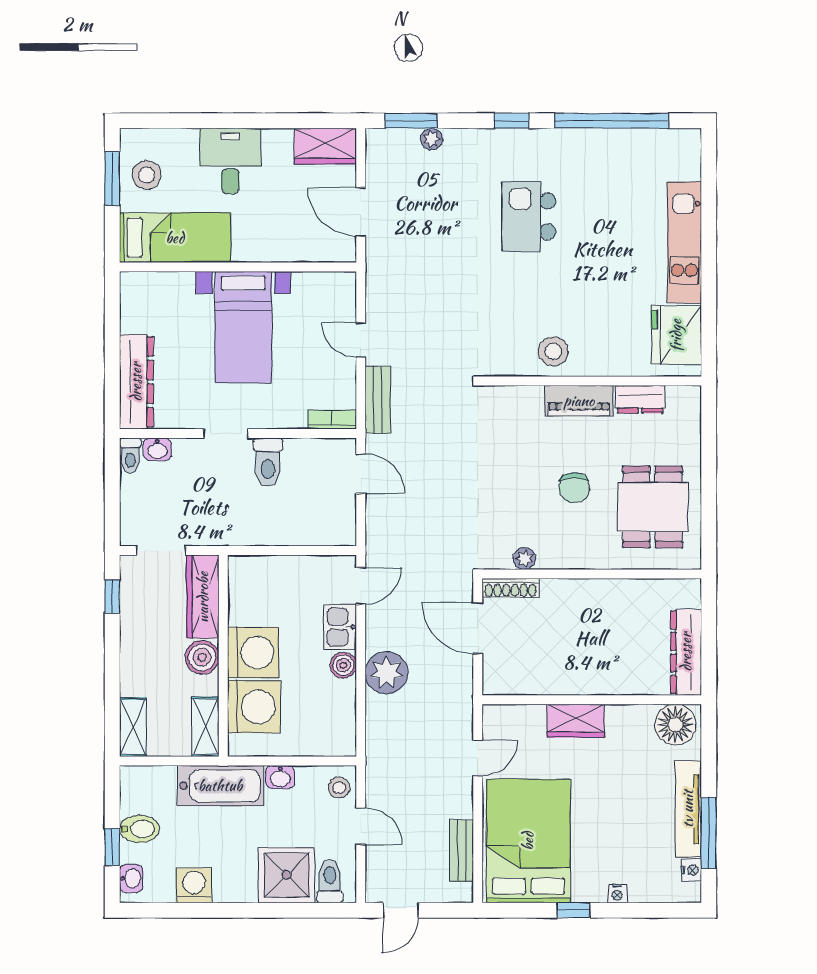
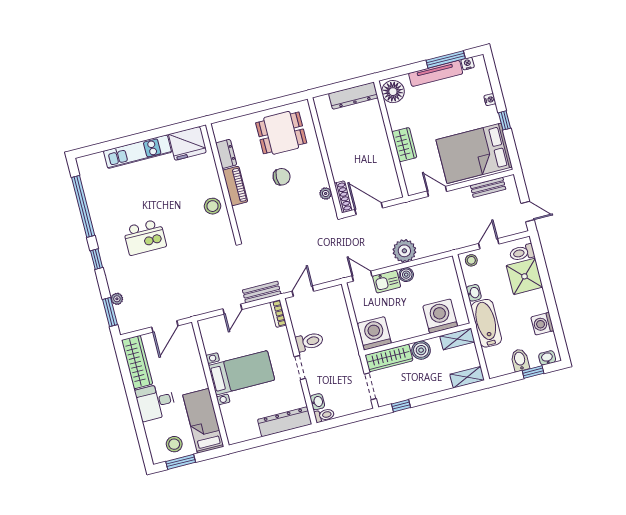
wardrobe: (325, 146) -> (137, 362), width x1.50
door: (478, 628) -> (369, 209), swing flipped
washing machine: (253, 653) -> (374, 333), moved

